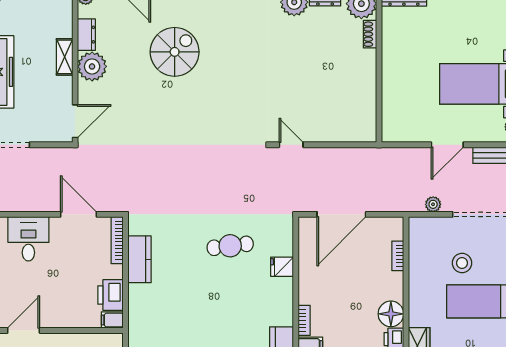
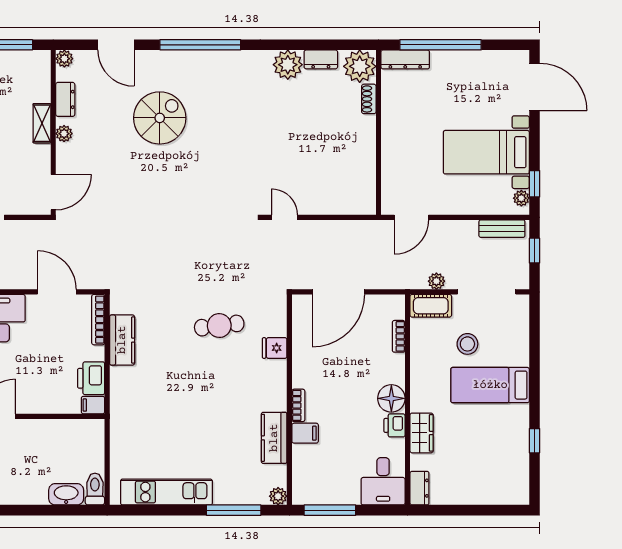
plant: (92, 66) -> (64, 134), width x0.53, depth x0.53
door: (447, 145) -> (411, 217), moved
cot: (428, 227) -> (431, 306), added

